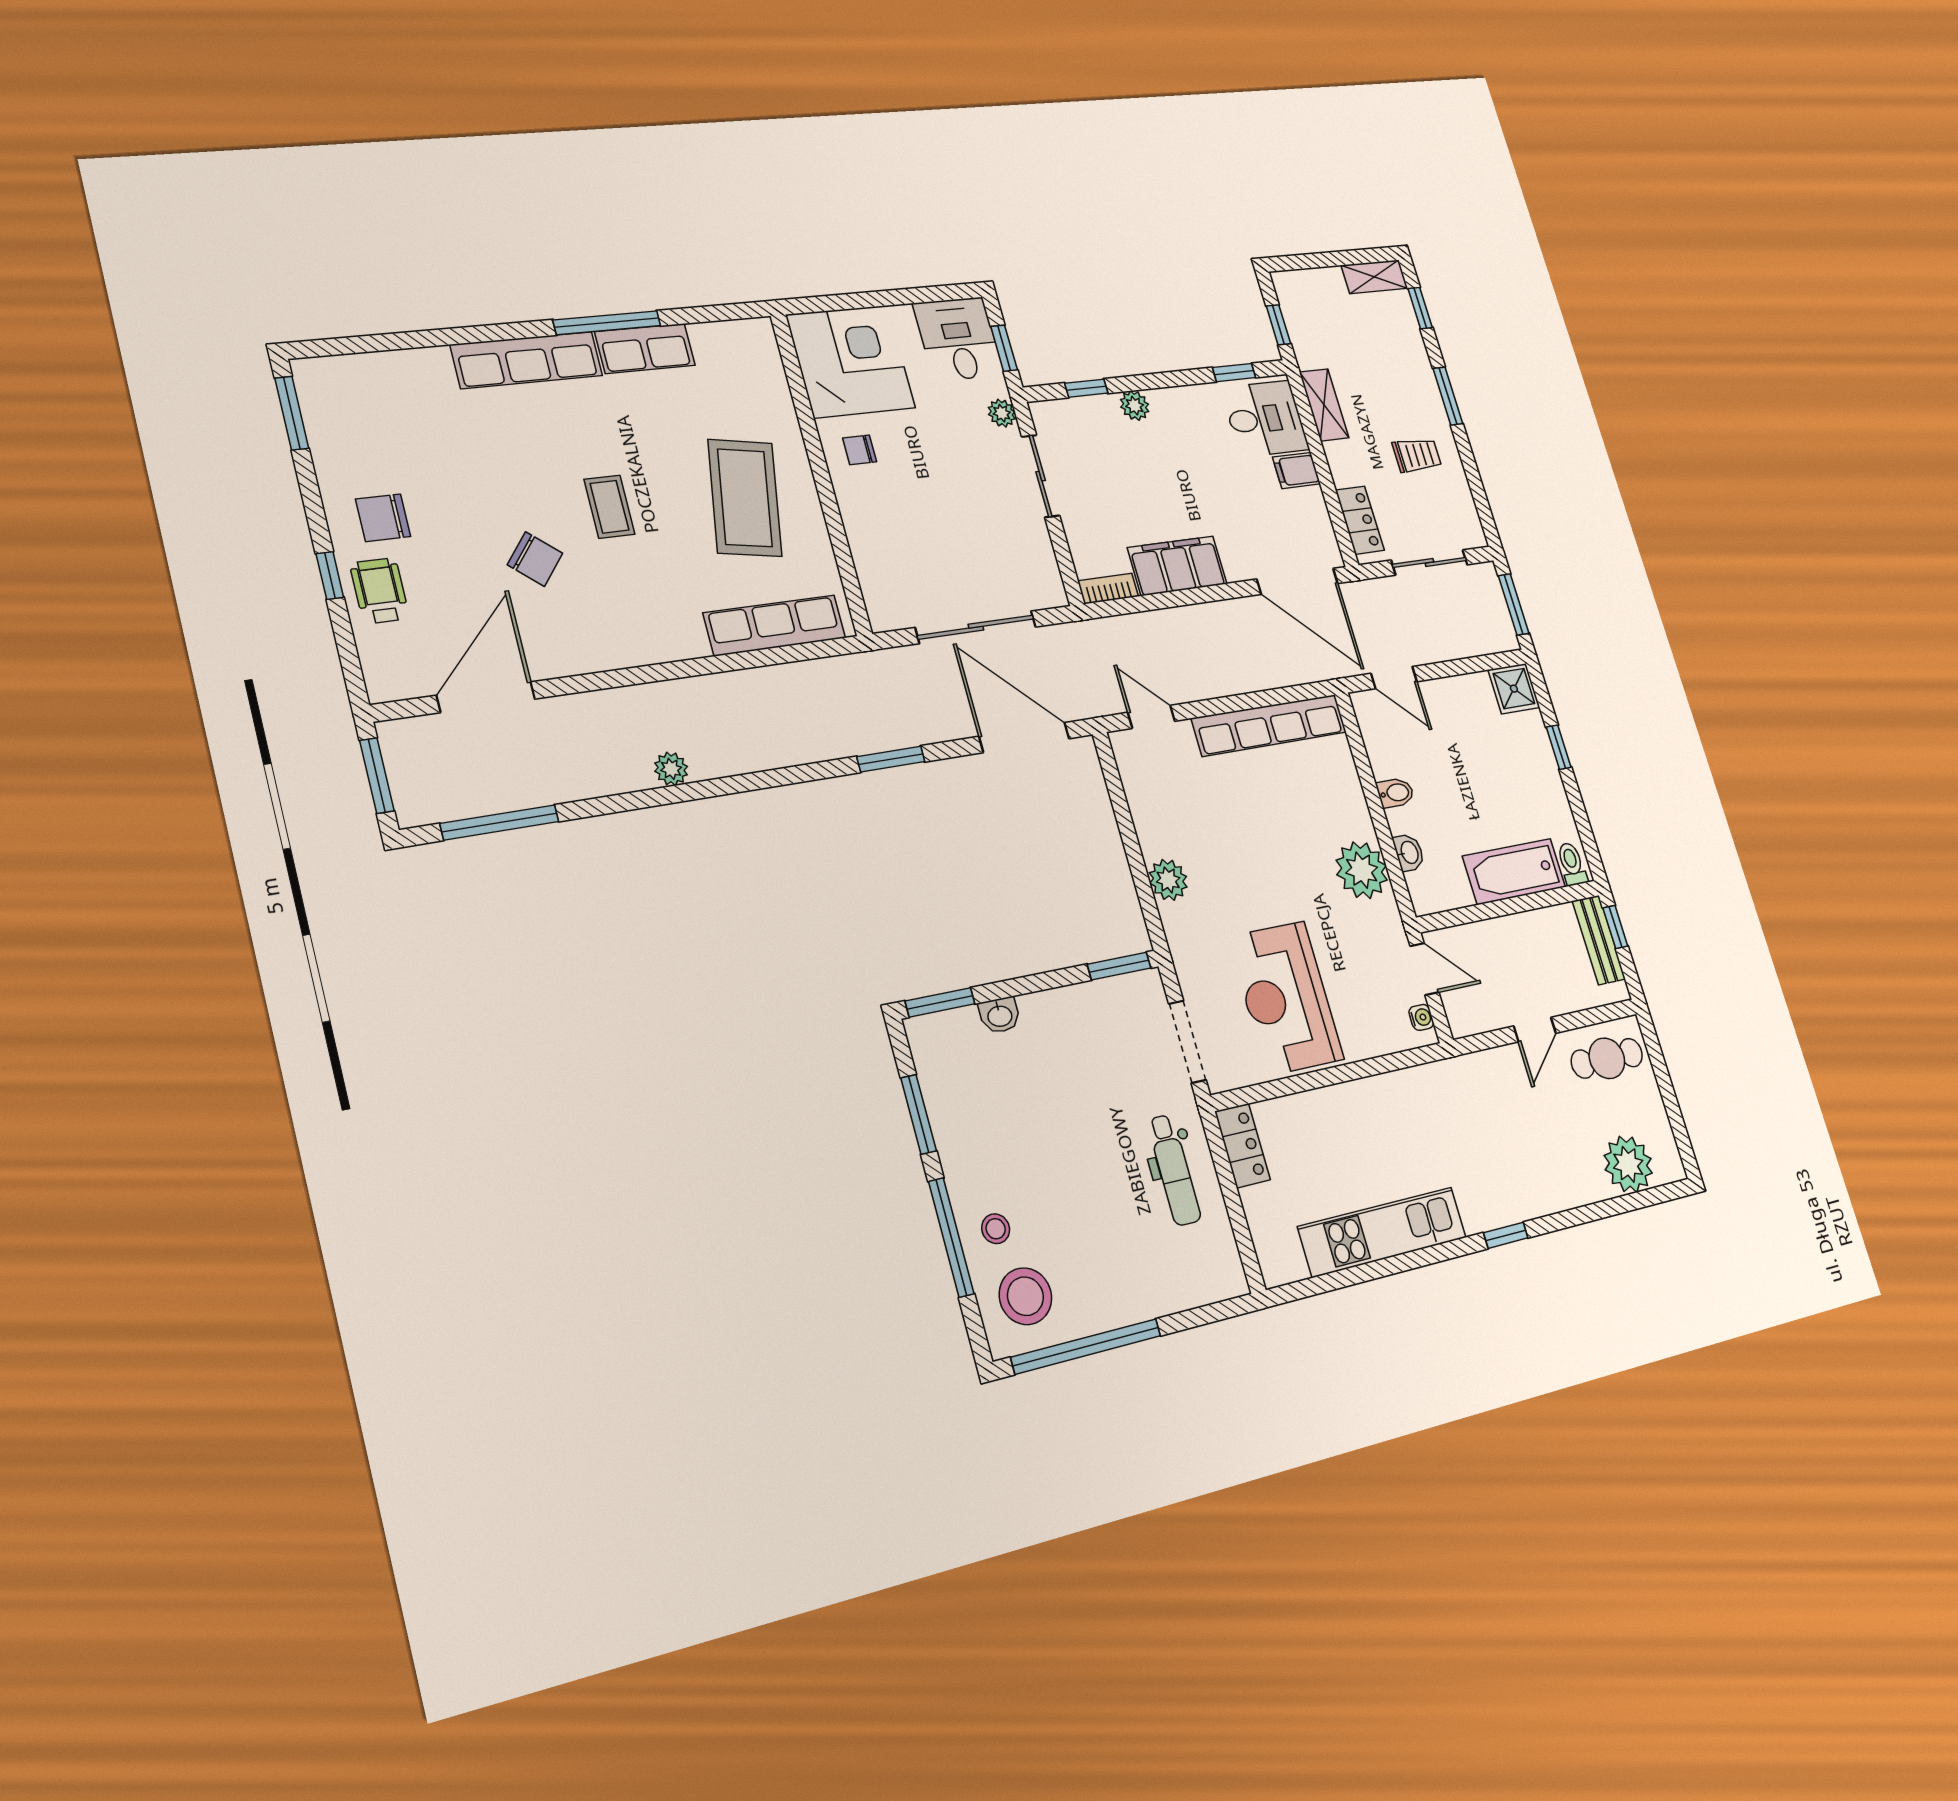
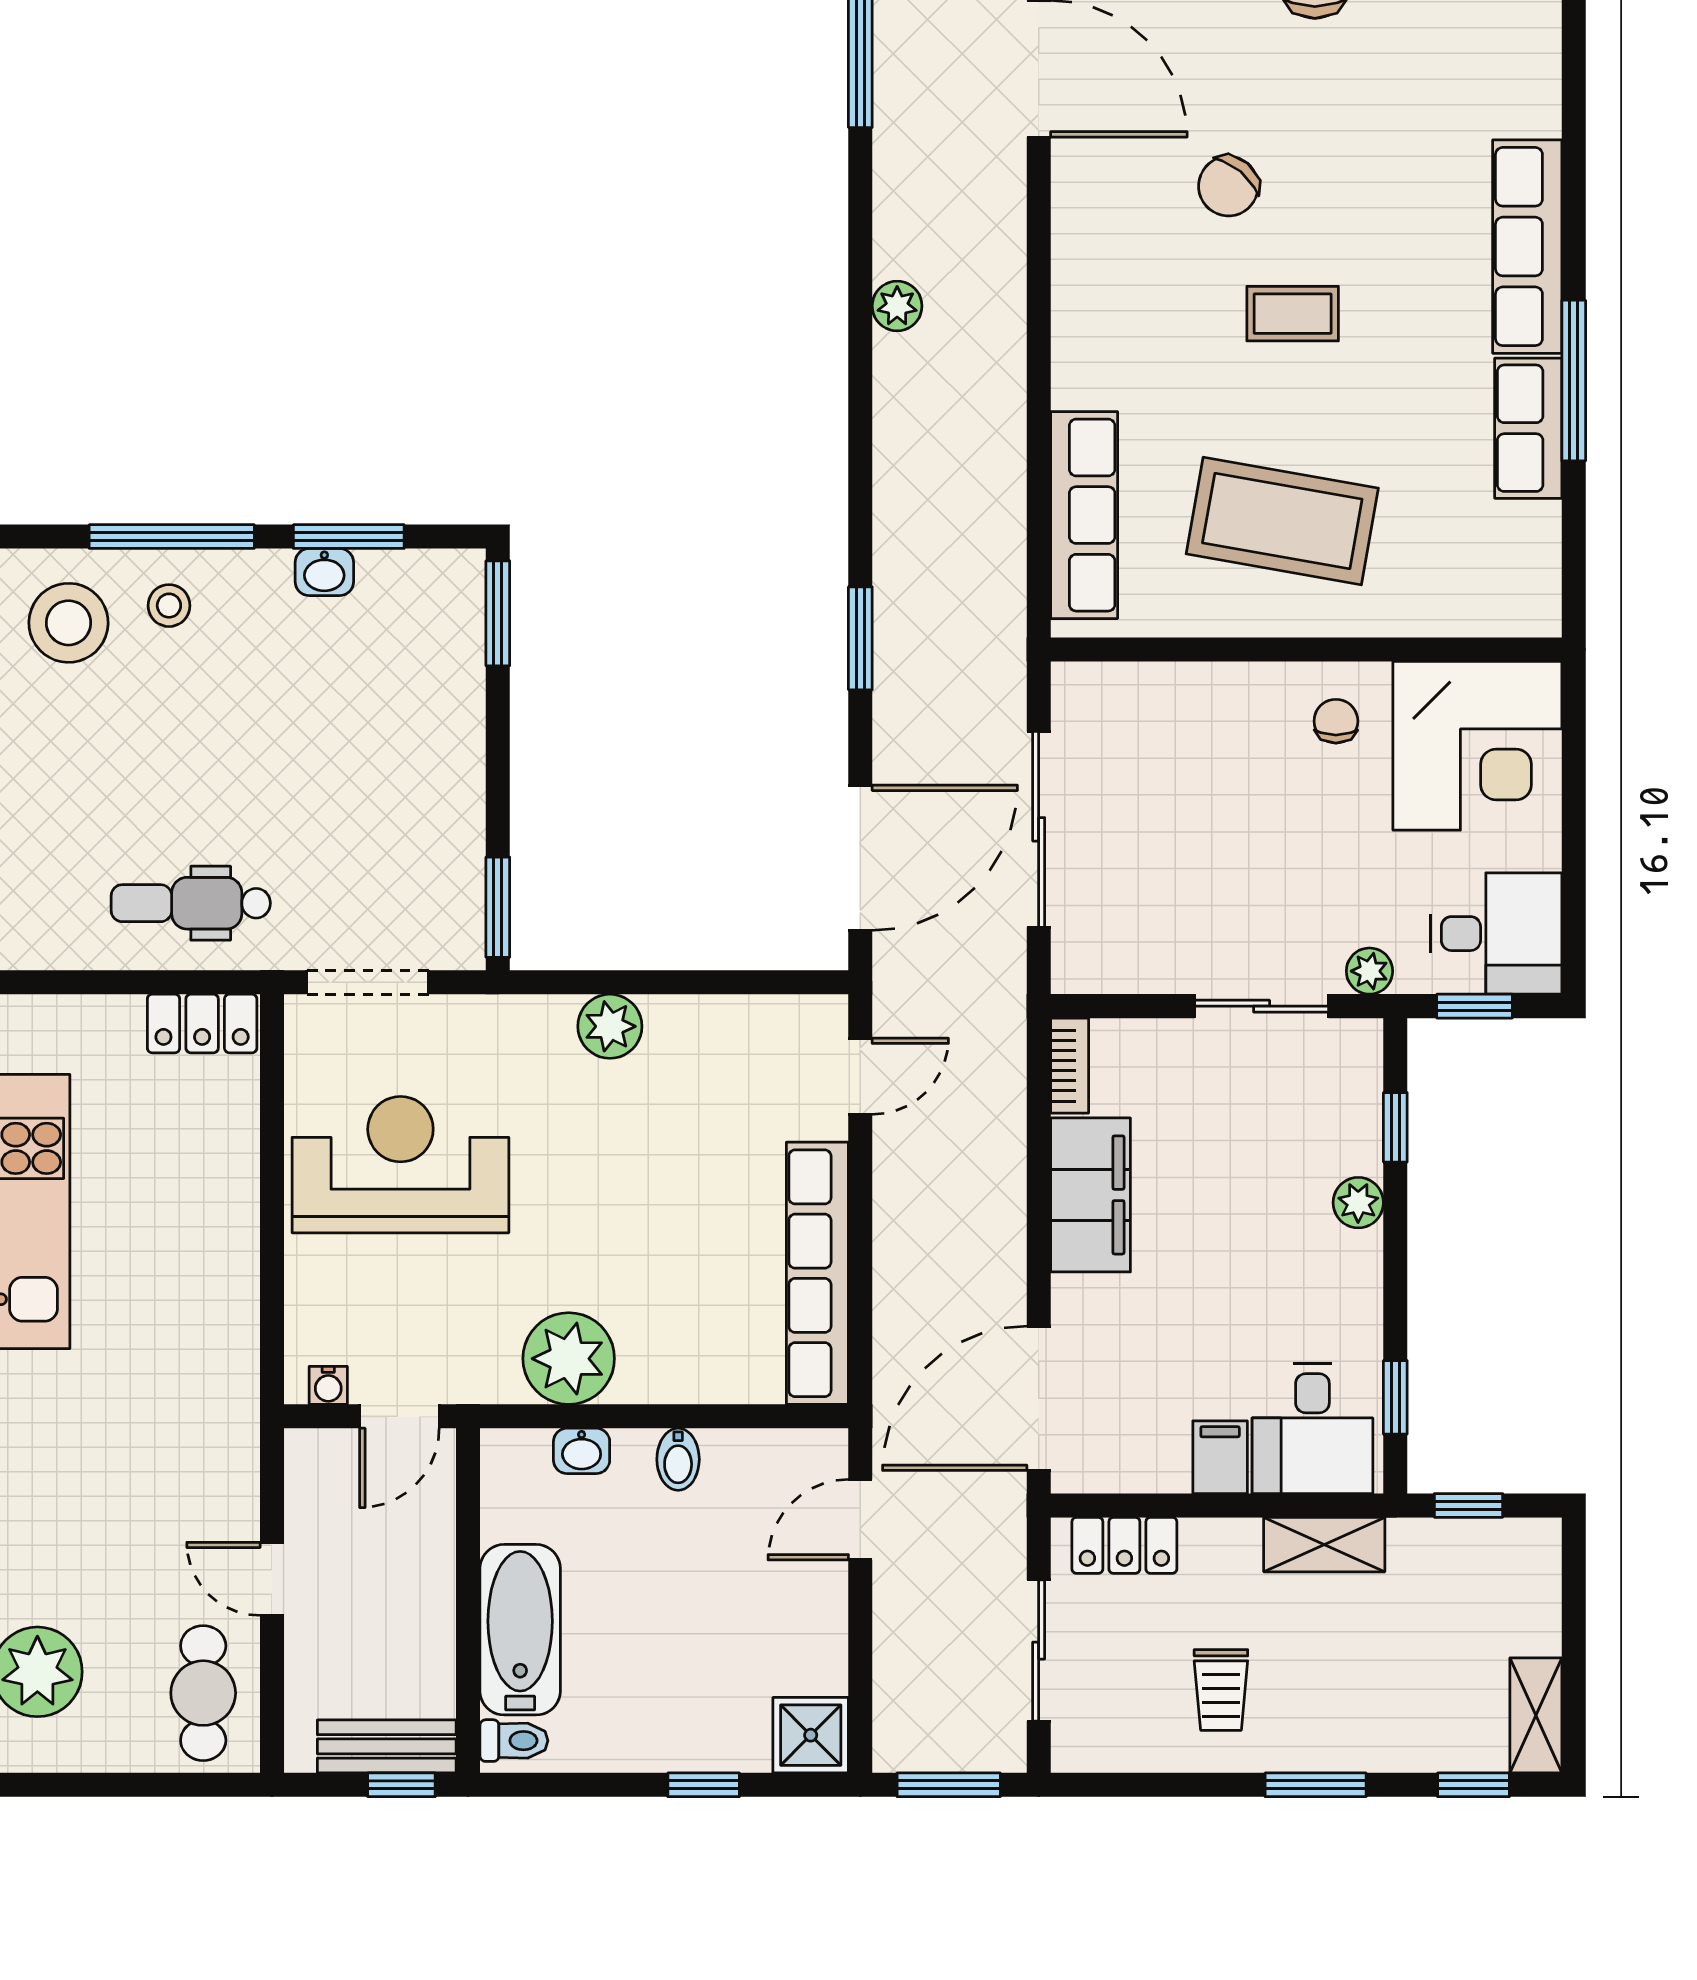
washbasin: (1000, 1015) -> (324, 572), moved, turned -90

